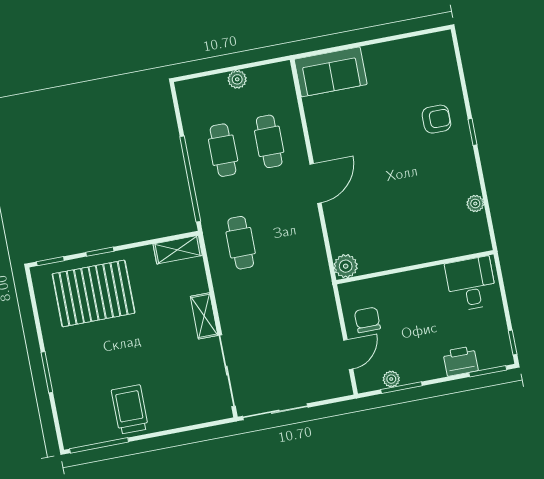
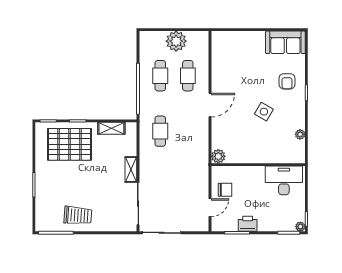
sofa: (331, 72) -> (285, 42), moved
plant: (237, 79) -> (176, 41), width x1.88, depth x1.88
armchair: (436, 119) -> (287, 81), turned 90
side table: (408, 177) -> (264, 112), added
shelving: (178, 250) -> (111, 128), moved
desk: (471, 284) -> (284, 180), width x1.37
chair: (367, 320) -> (225, 190), turned 90
printer: (461, 361) -> (248, 224), moved
plant: (391, 379) -> (300, 227), moved
trolley: (130, 409) -> (78, 215), turned 94

